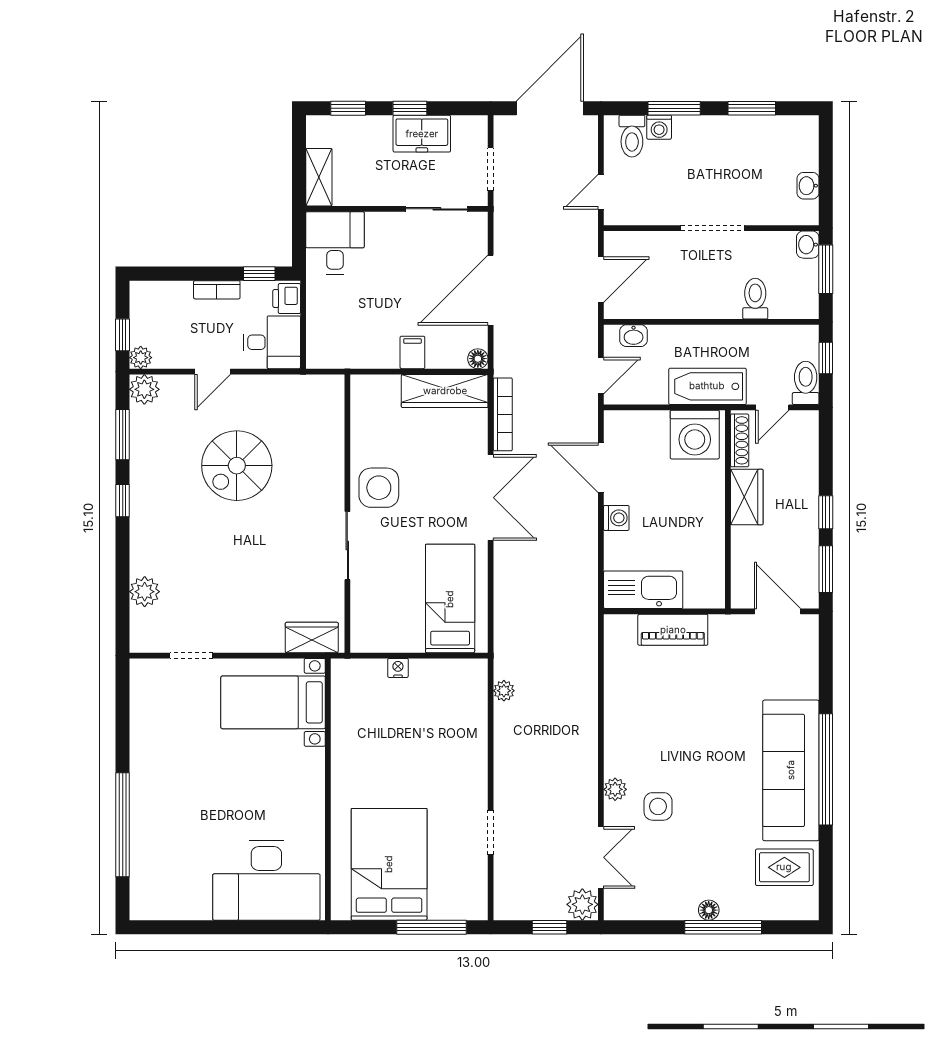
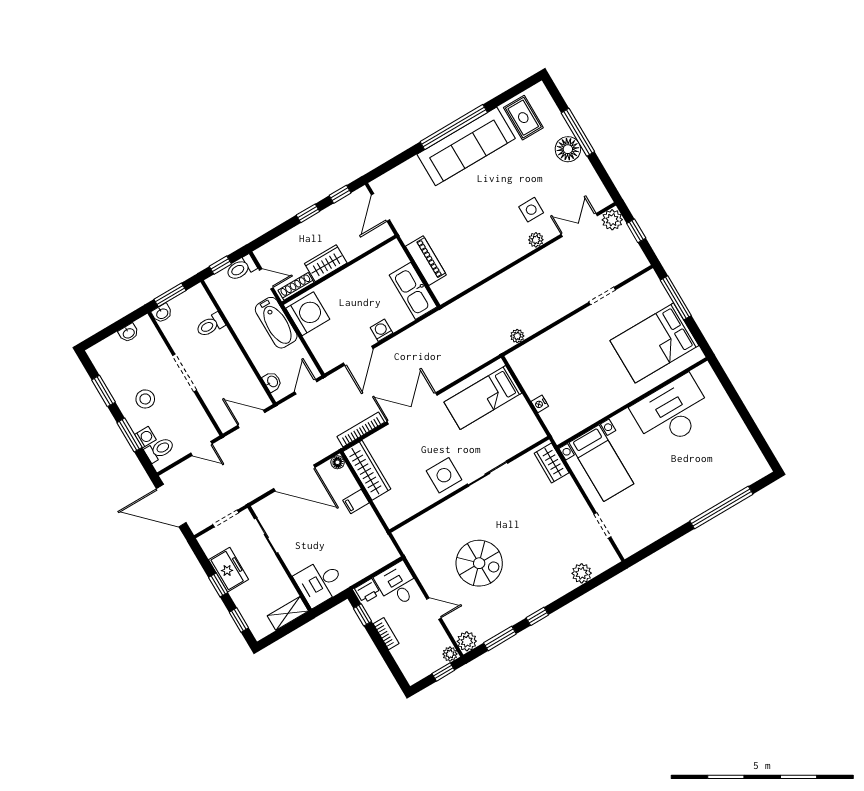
stool: (709, 157) -> (145, 399), added
door: (601, 376) -> (306, 387), hinge flipped
window: (826, 569) -> (340, 194), width x0.67
desk: (266, 880) -> (672, 412), moved, turned -90
floor lamp: (709, 910) -> (568, 149), width x1.89, depth x1.89

